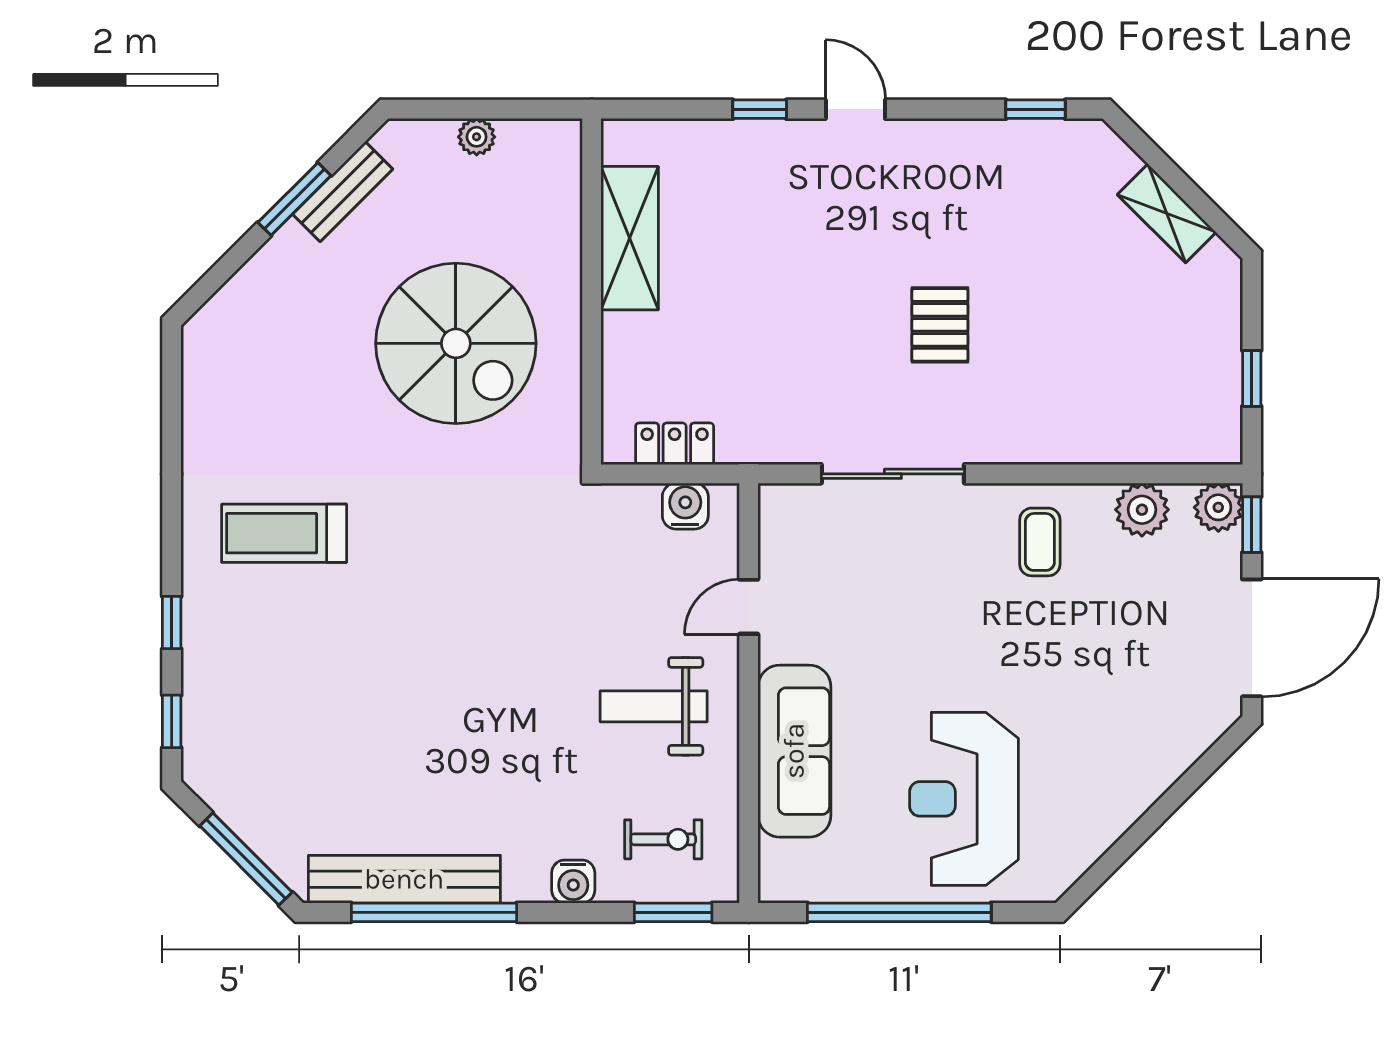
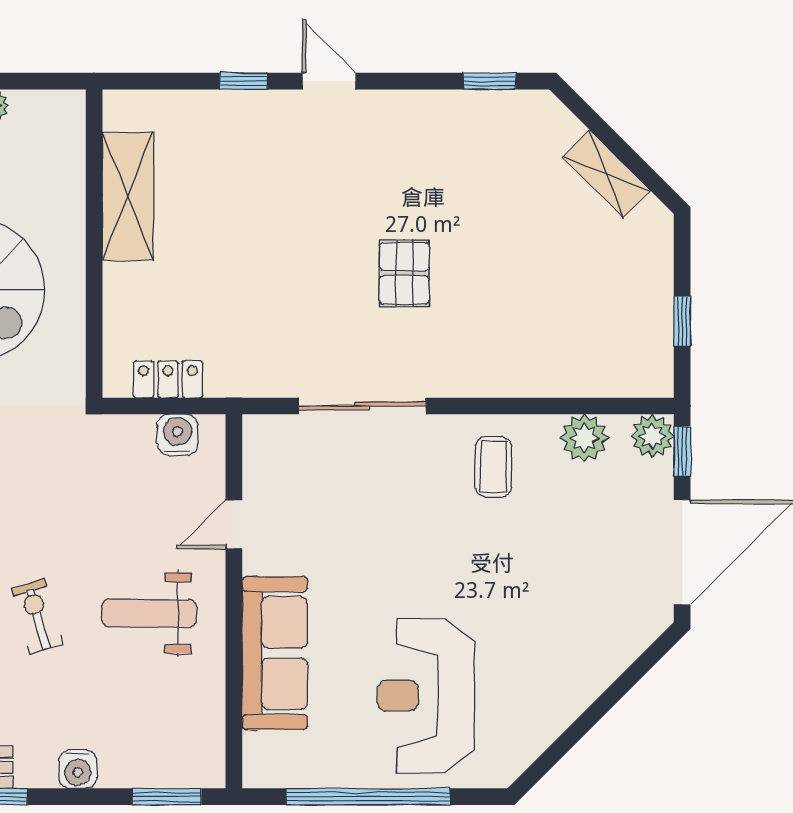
exercise bike: (663, 839) -> (37, 616), moved, turned -106

